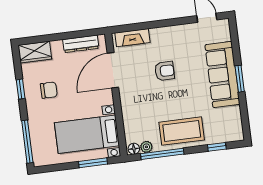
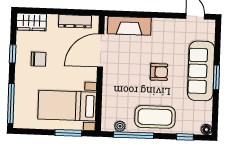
fireplace: (132, 38) -> (129, 26), width x1.37, depth x1.32
armchair: (165, 71) -> (159, 72), moved
floor lamp: (134, 149) -> (206, 130), moved

